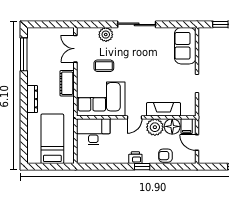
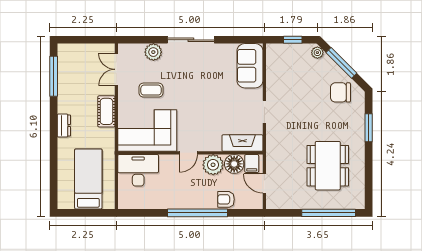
dresser: (32, 99) -> (64, 125), width x0.70
fireplace: (164, 109) -> (242, 143), moved
printer: (135, 158) -> (189, 202), removed
window: (142, 167) -> (197, 213), width x3.17

